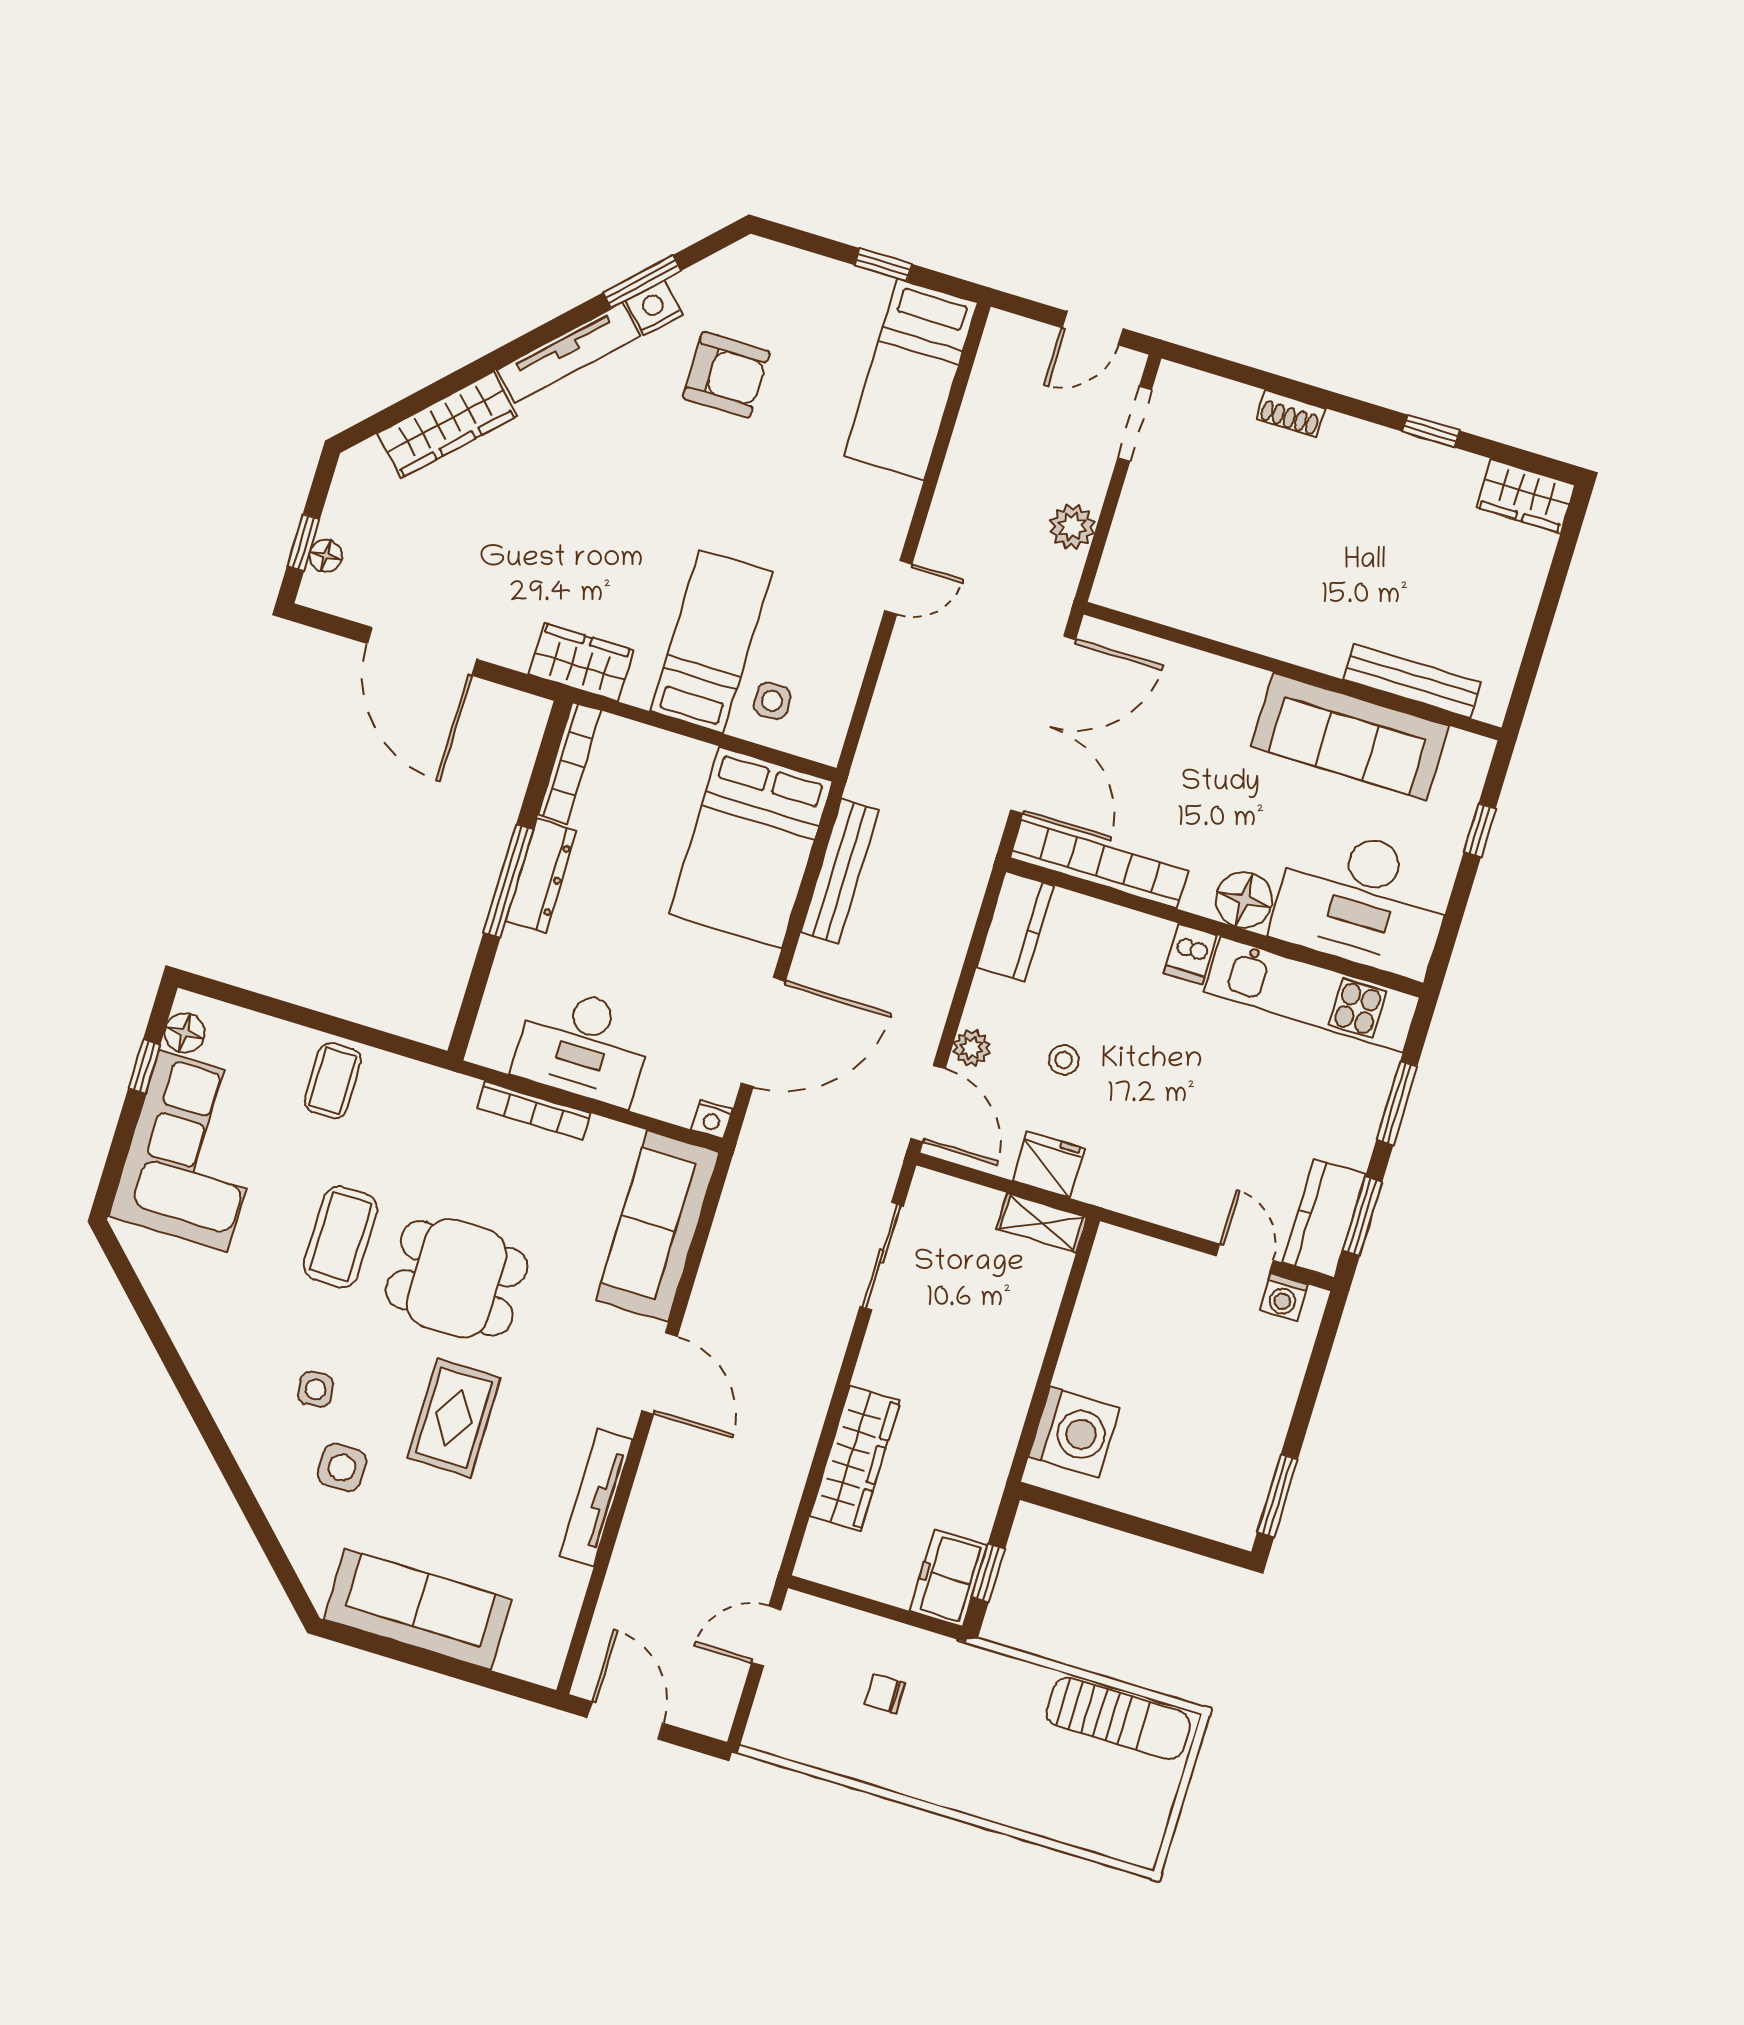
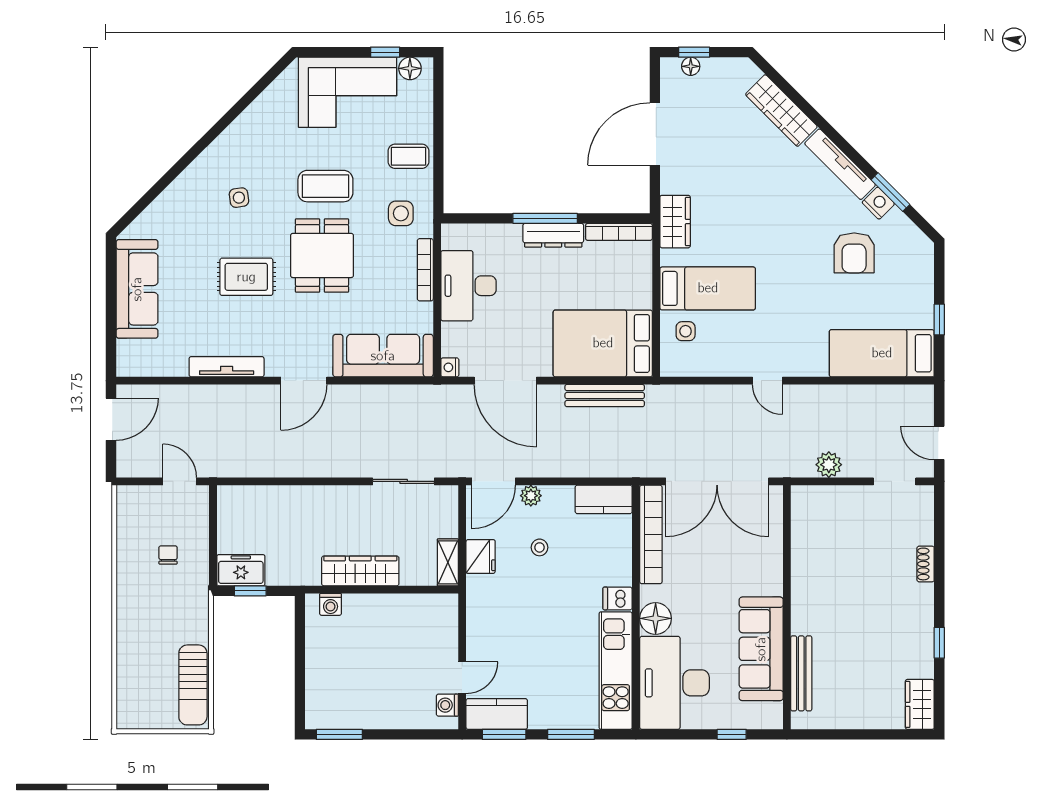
washing machine: (1074, 1432) -> (331, 604), width x0.53, depth x0.53
wardrobe: (855, 1458) -> (360, 571), moved, turned 180
side table: (342, 1468) -> (401, 213), moved

